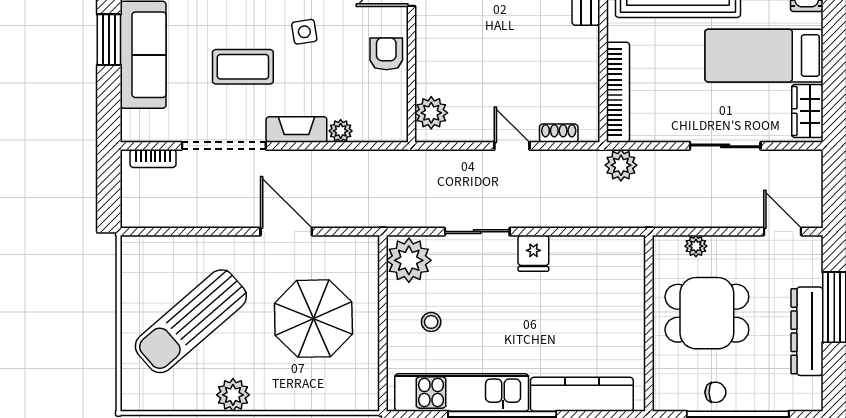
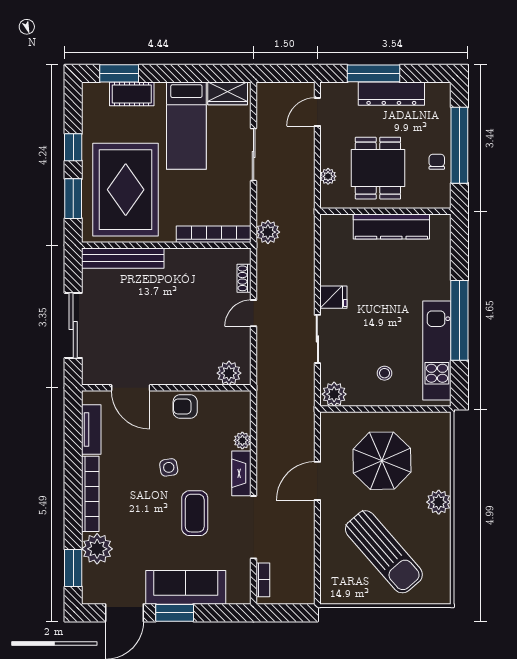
plant: (409, 260) -> (334, 394), width x0.73, depth x0.73
kitchen counter: (582, 394) -> (391, 227), moved, turned -90
plant: (233, 395) -> (439, 502), moved

